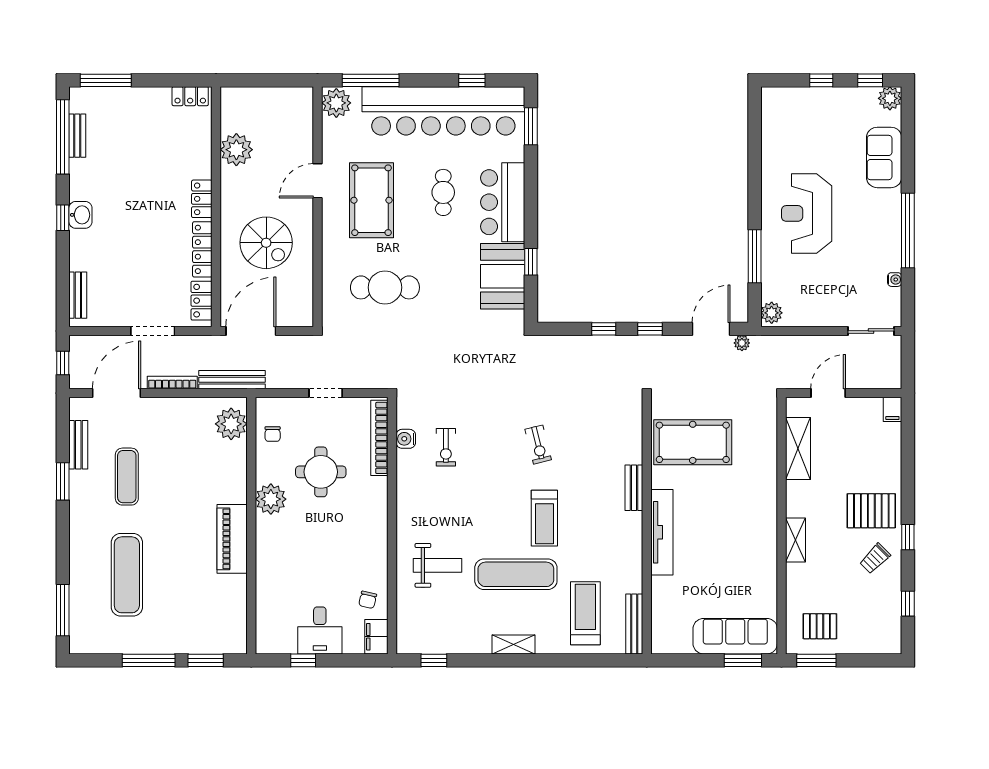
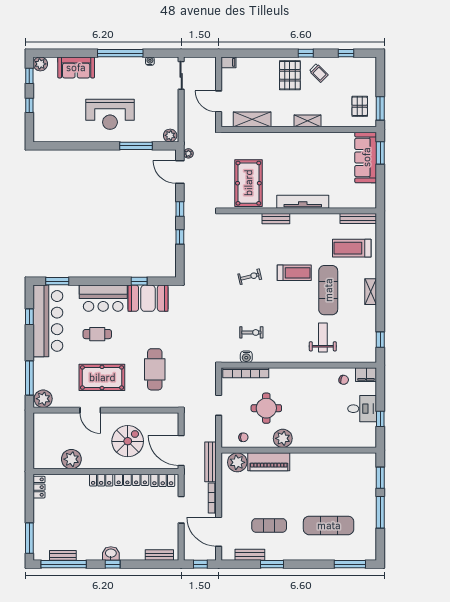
bar counter: (443, 111) -> (48, 321), width x0.73
piano: (232, 539) -> (269, 462), moved

